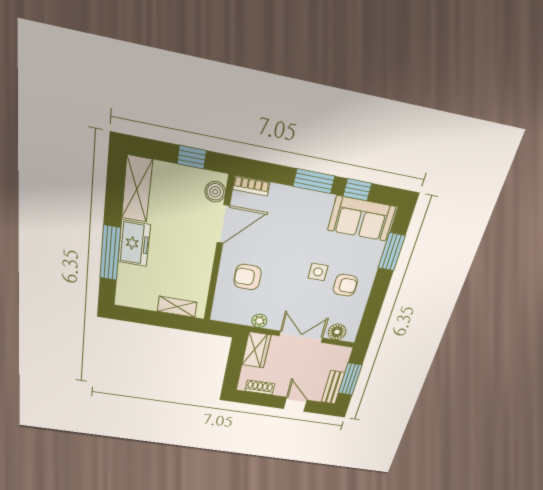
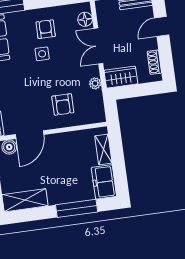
door: (223, 224) -> (30, 135), swing flipped
freezer: (134, 243) -> (104, 182), moved, turned -90

